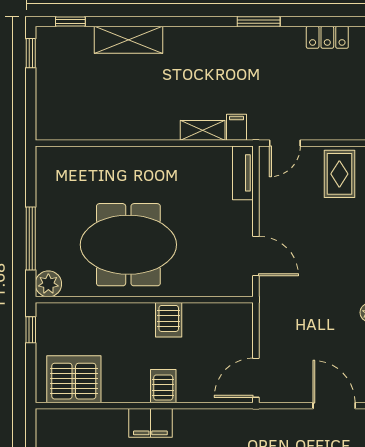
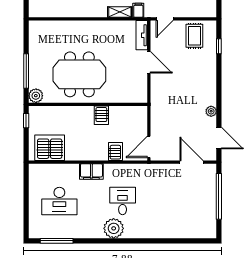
door: (256, 256) -> (149, 62), moved
server rack: (163, 386) -> (115, 151), moved

